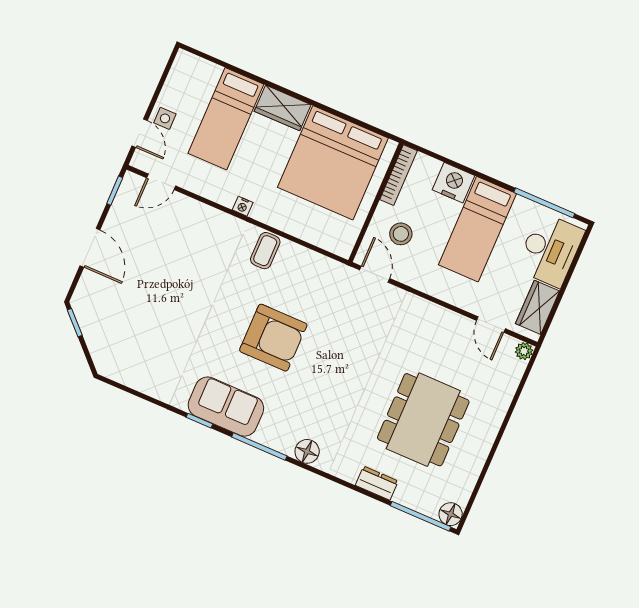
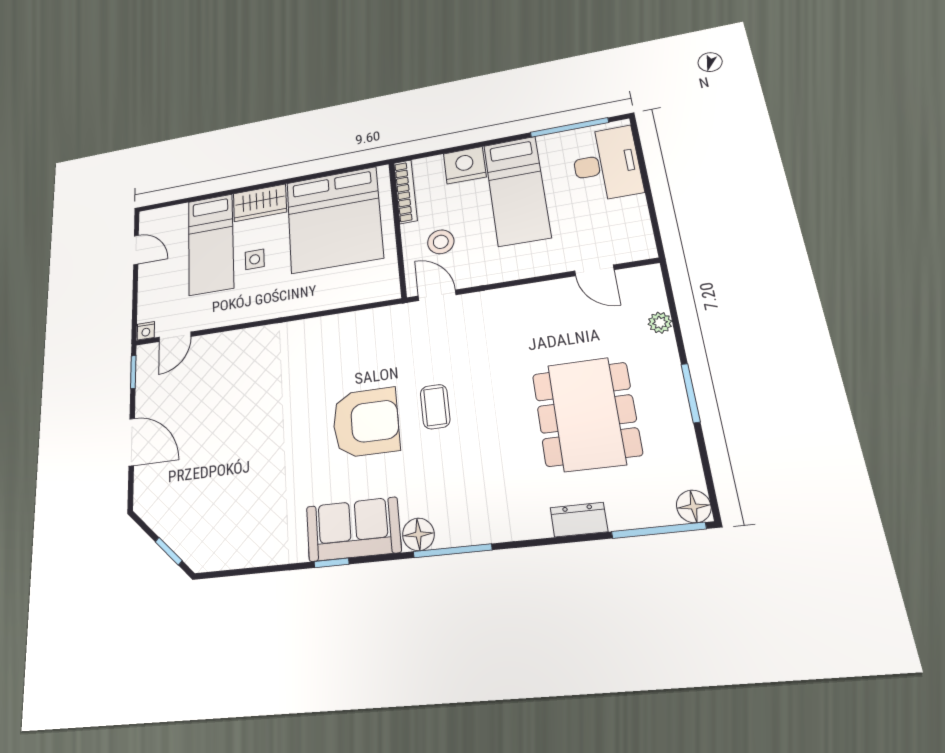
side table: (165, 118) -> (255, 259), moved
door: (140, 133) -> (136, 250), moved
nightstand: (243, 206) -> (146, 331), moved
coffee table: (265, 251) -> (435, 407), moved
wardrobe: (537, 307) -> (633, 224), removed
window: (75, 323) -> (169, 551), moved
plant: (524, 351) -> (660, 323), moved
window: (496, 445) -> (691, 393), added
window: (259, 446) -> (452, 551), moved
floor lamp: (307, 451) -> (418, 534), moved

